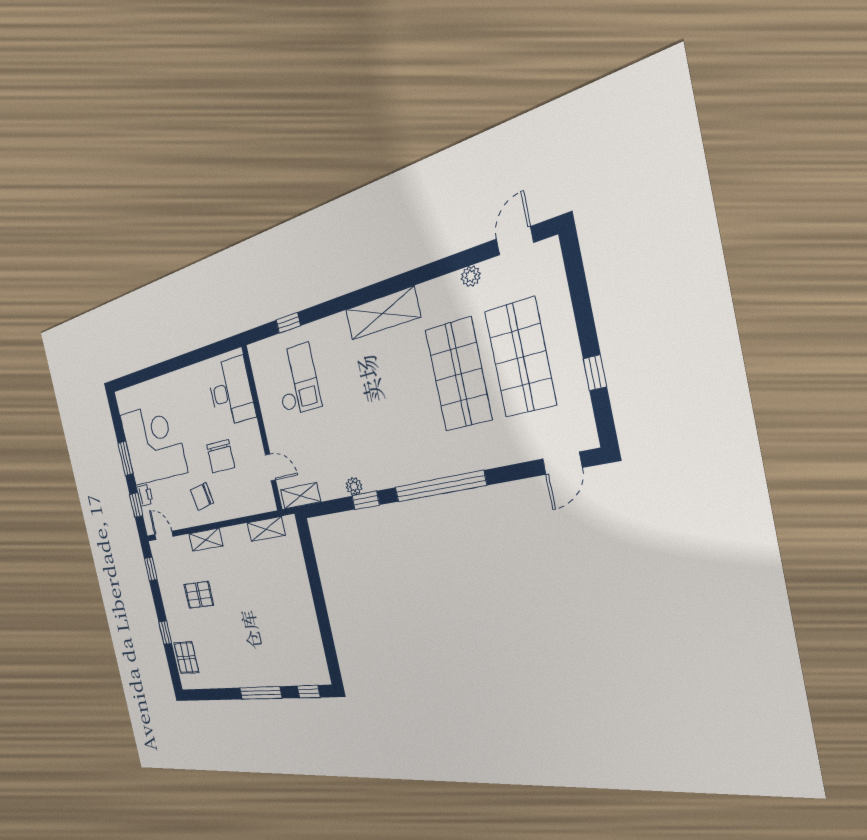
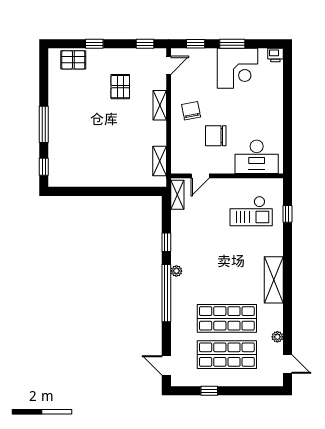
corner desk: (153, 443) -> (238, 68), width x0.74, depth x0.74
plant: (354, 486) -> (176, 271), moved
printer: (145, 495) -> (275, 55), moved

